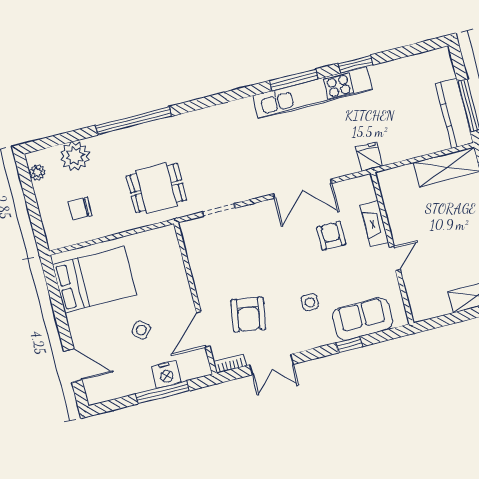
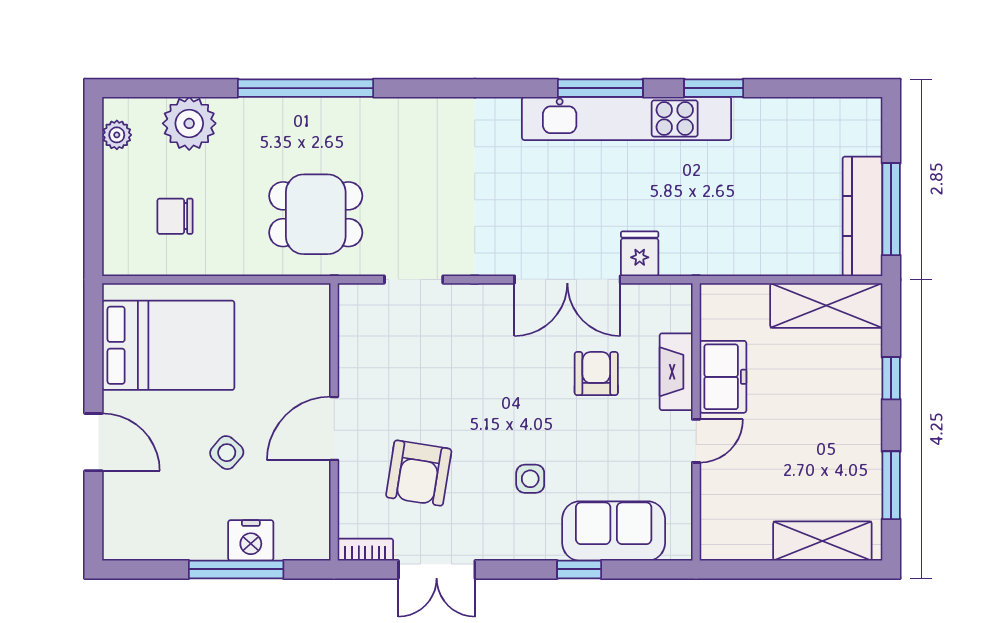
fridge: (369, 157) -> (640, 254), moved
freezer: (401, 220) -> (723, 377), added
door: (203, 329) -> (334, 428), moved
door: (73, 365) -> (93, 442), moved

